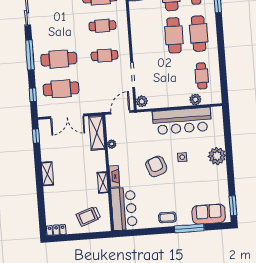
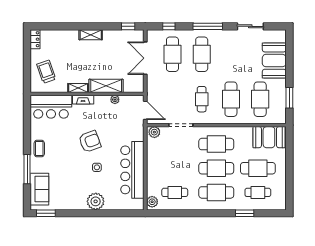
cafe table: (102, 26) -> (231, 99), width x1.37, depth x1.35
cafe table: (149, 37) -> (216, 144), added
plant: (195, 100) -> (152, 202), moved
shelving: (97, 133) -> (106, 86), moved

